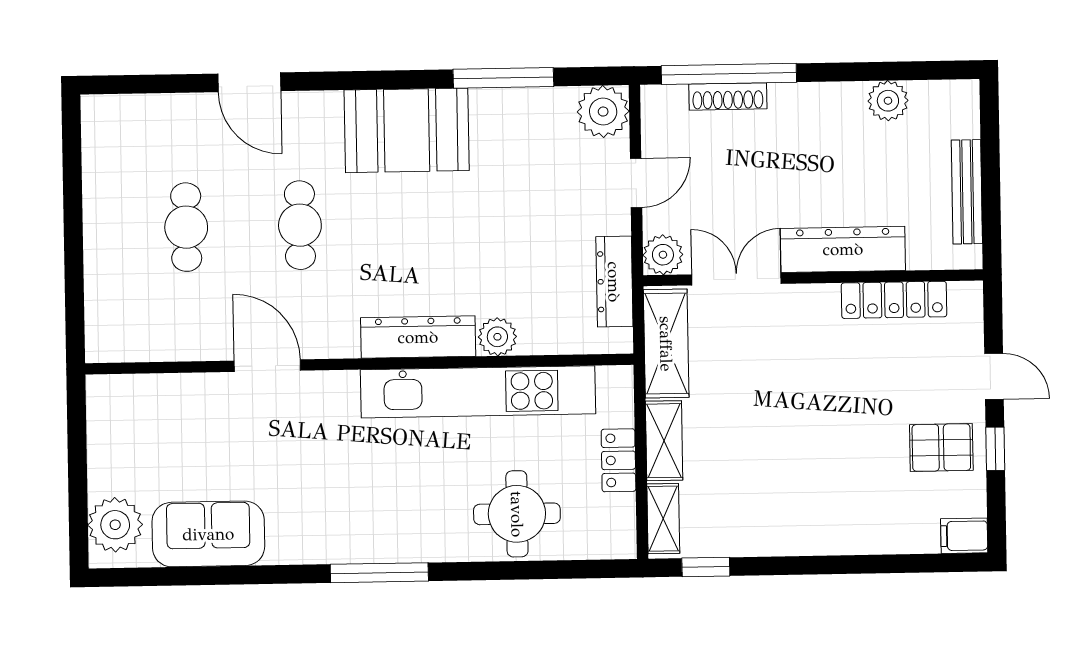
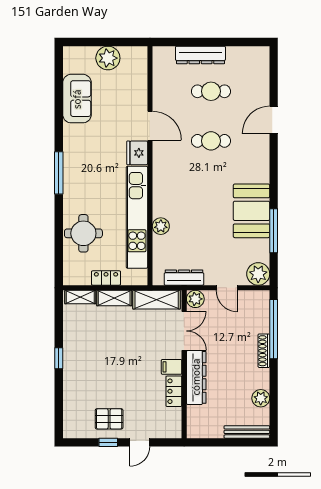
shoe rack: (728, 96) -> (264, 351), moved
booth: (407, 130) -> (252, 211), moved
bench: (967, 192) -> (247, 432), moved
locker: (894, 300) -> (174, 391), width x0.66
dresser: (418, 337) -> (200, 55), moved, turned 90
door: (267, 366) -> (150, 126), hinge flipped
fridge: (330, 394) -> (137, 153), added
pallet: (941, 448) -> (109, 419), turned 90
plant: (115, 525) -> (108, 58), moved
filing cabinet: (964, 536) -> (172, 367), moved, turned -90
window: (706, 567) -> (59, 358), moved

